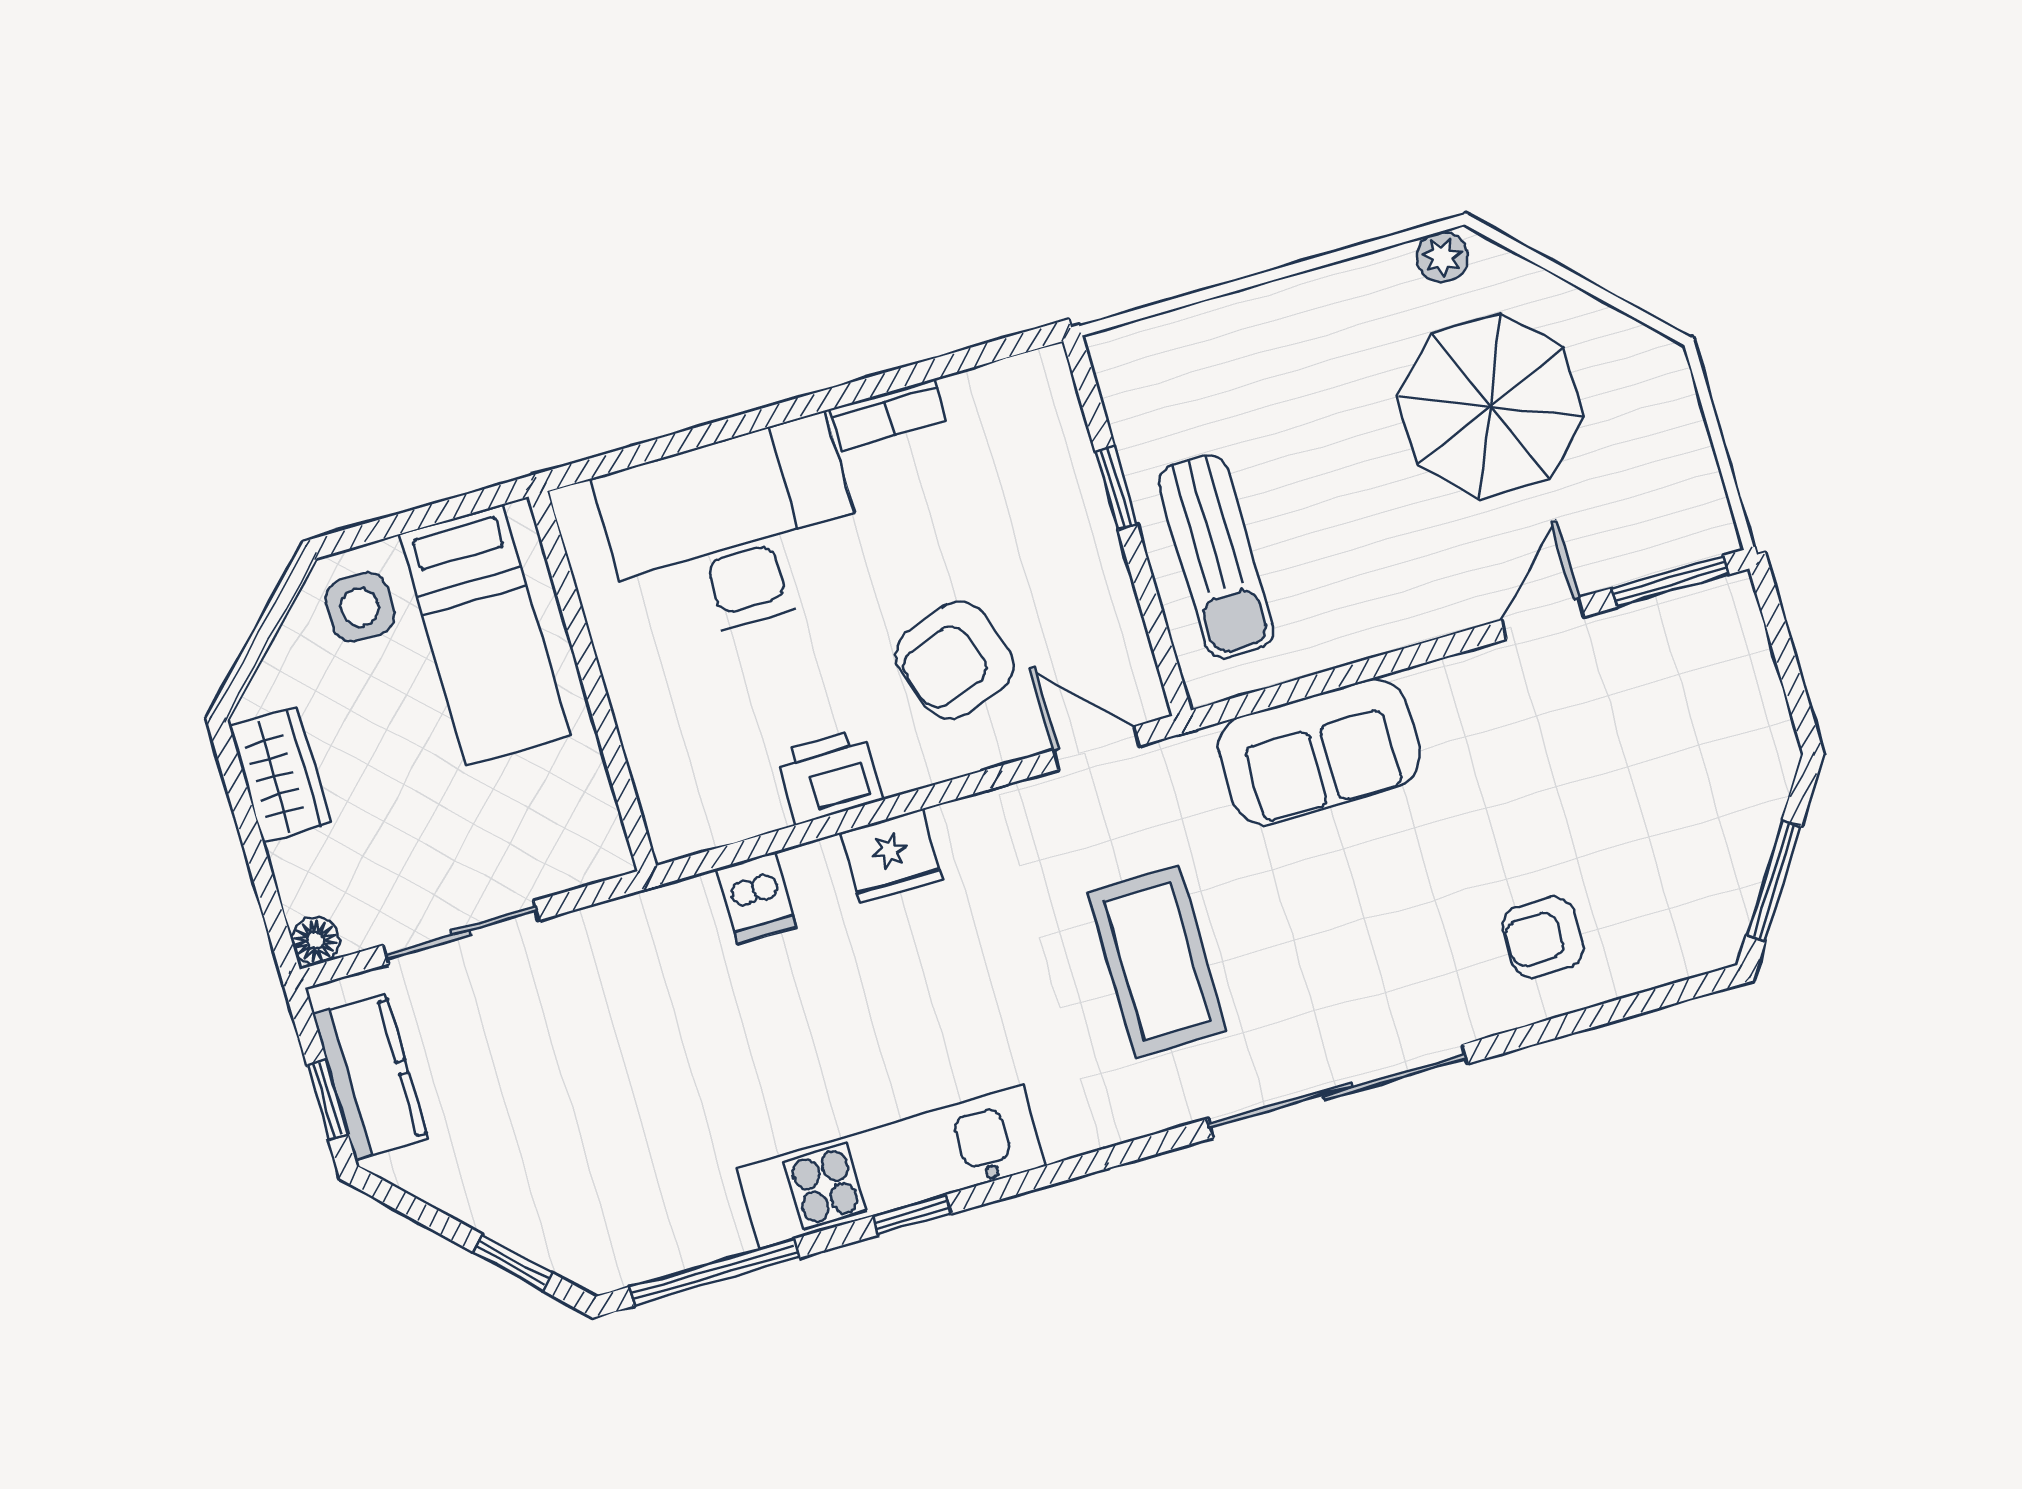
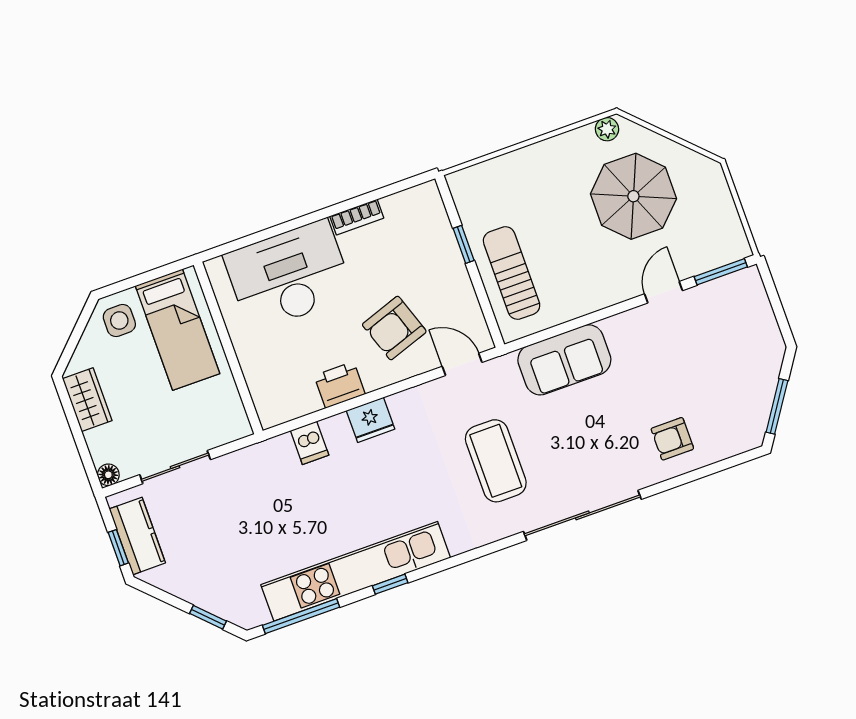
sun lounger: (1216, 556) -> (512, 273), turned 180
kitchen unit: (891, 1167) -> (356, 571), width x1.36

